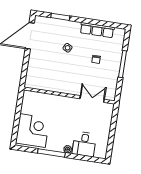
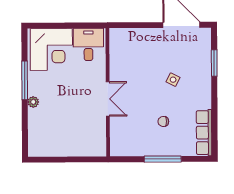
row of seats: (97, 30) -> (204, 133), moved
double door: (92, 99) -> (108, 99), moved
desk: (84, 144) -> (88, 44), moved, turned 90

